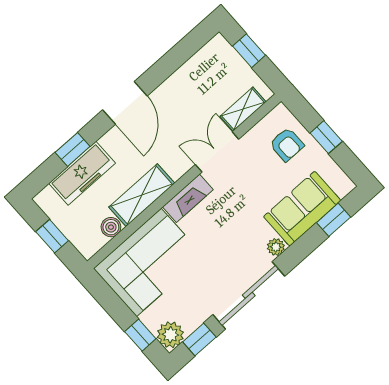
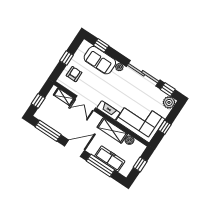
window: (178, 55) -> (48, 131), added
window: (73, 149) -> (101, 165), width x2.17
window: (140, 335) -> (165, 127), moved

